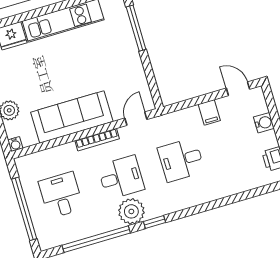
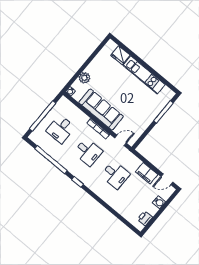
door: (238, 89) -> (167, 179), swing flipped
filing cabinet: (209, 112) -> (147, 173), width x2.00
desk: (181, 160) -> (115, 175), turned 180
desk: (61, 195) -> (61, 129), turned 180
plant: (131, 211) -> (75, 168), removed

